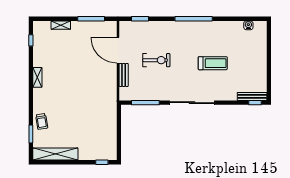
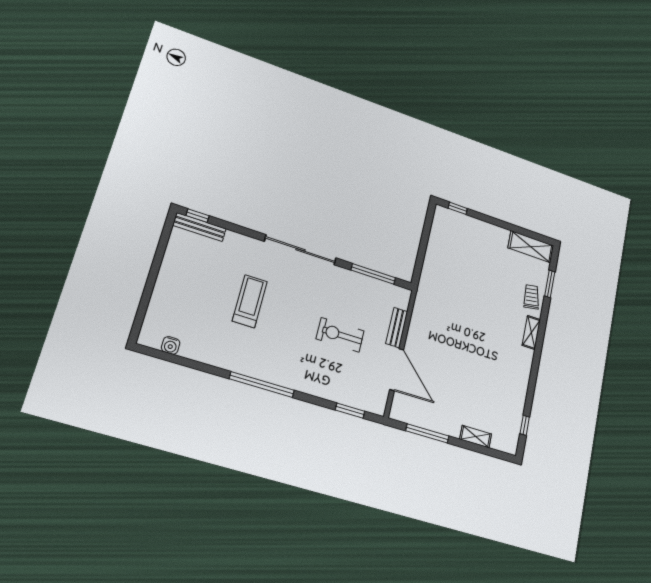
treadmill: (213, 63) -> (250, 301), turned 90
shelving: (37, 77) -> (531, 332), moved
shelving: (55, 154) -> (531, 247), width x0.68

